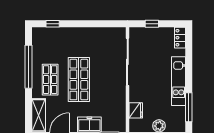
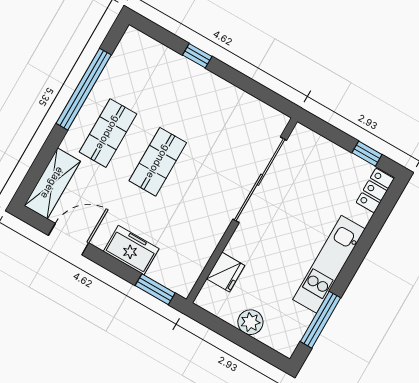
window: (53, 24) -> (197, 56), moved
window: (152, 24) -> (367, 154), moved
shop shelf: (79, 80) -> (158, 162), width x0.70, depth x0.74

